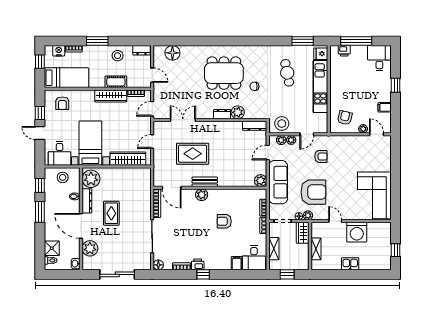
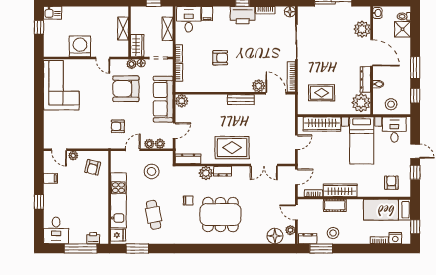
window: (97, 41) -> (321, 249), moved
plant: (158, 58) -> (290, 230), added
stool: (282, 124) -> (152, 171), moved
rug: (193, 154) -> (232, 148), moved
plant: (202, 195) -> (259, 86), moved
rug: (111, 213) -> (322, 93), moved, turned 90
printer: (198, 264) -> (243, 15), width x1.87, depth x1.48
kitchen sink: (350, 264) -> (53, 13), moved

